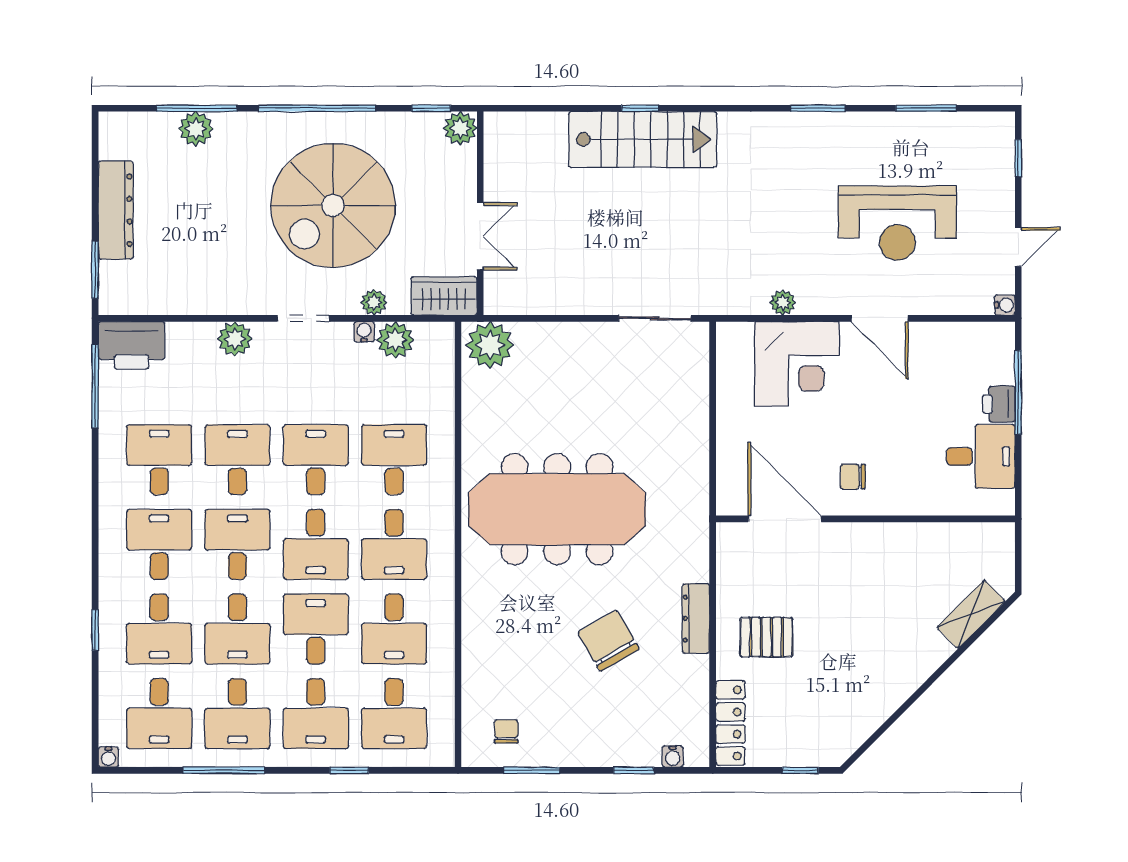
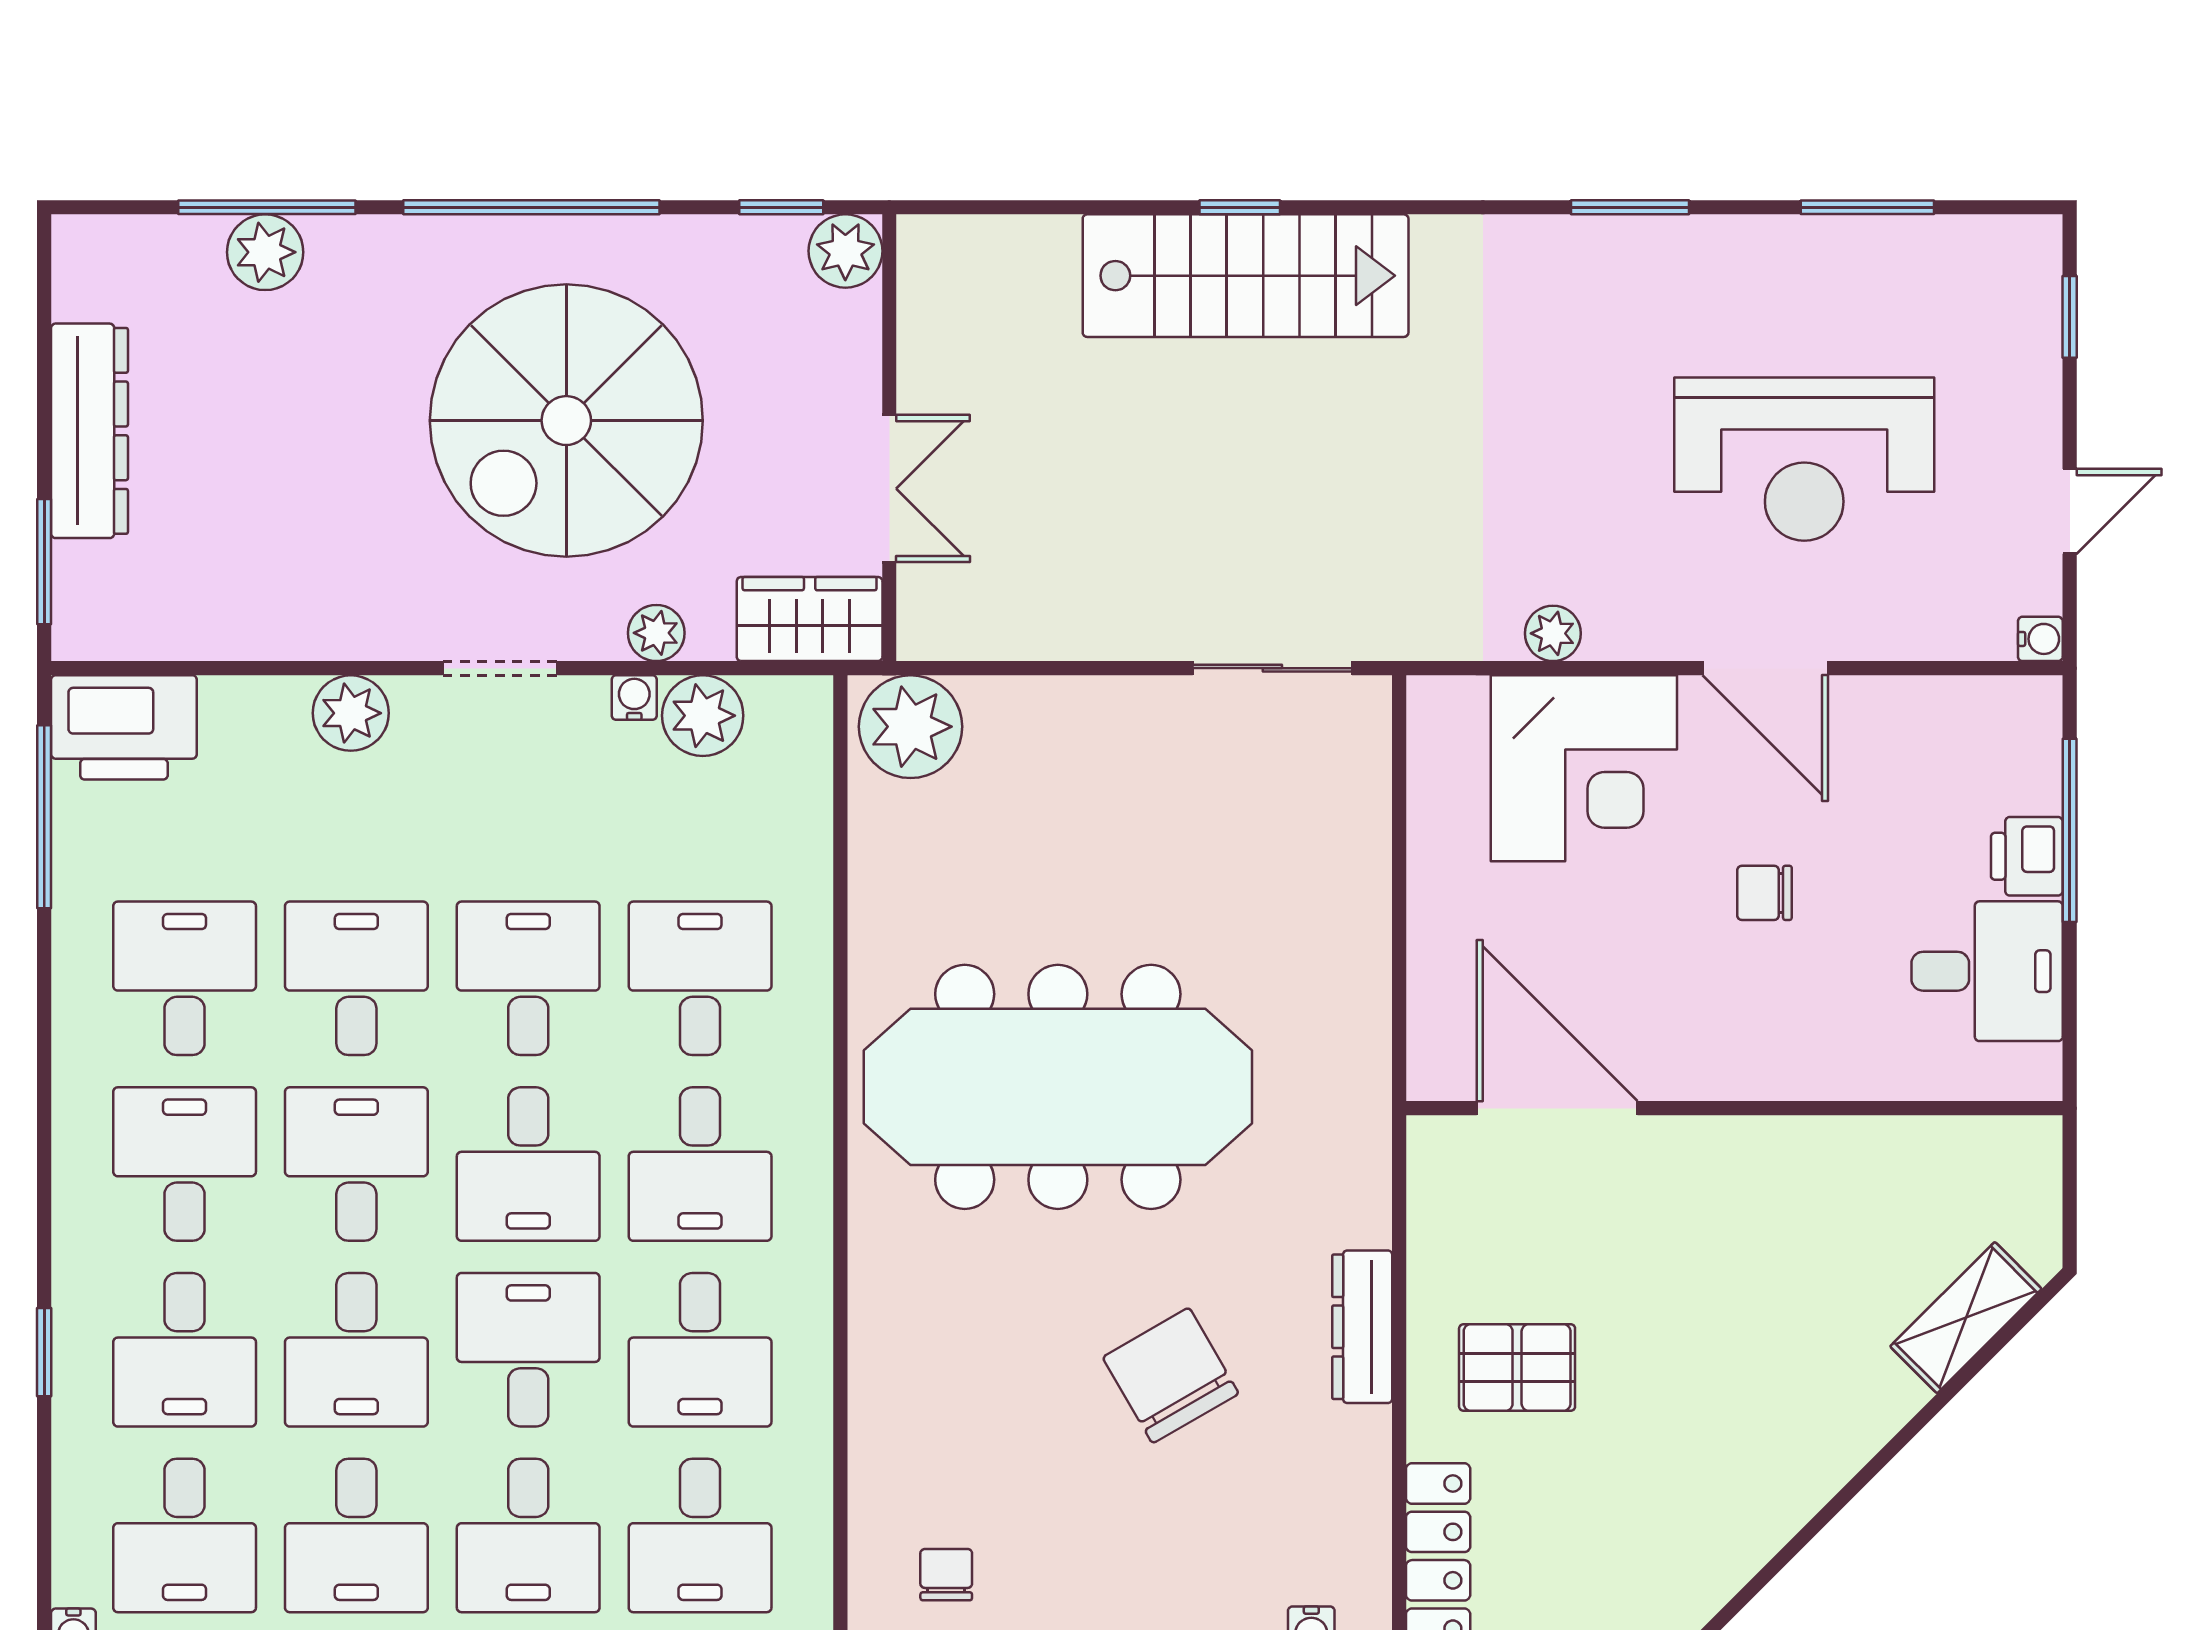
chair: (853, 477) -> (1765, 893), moved

